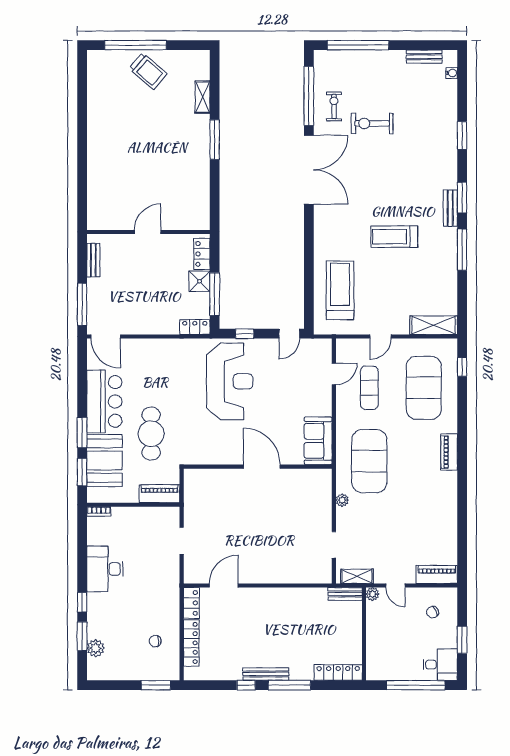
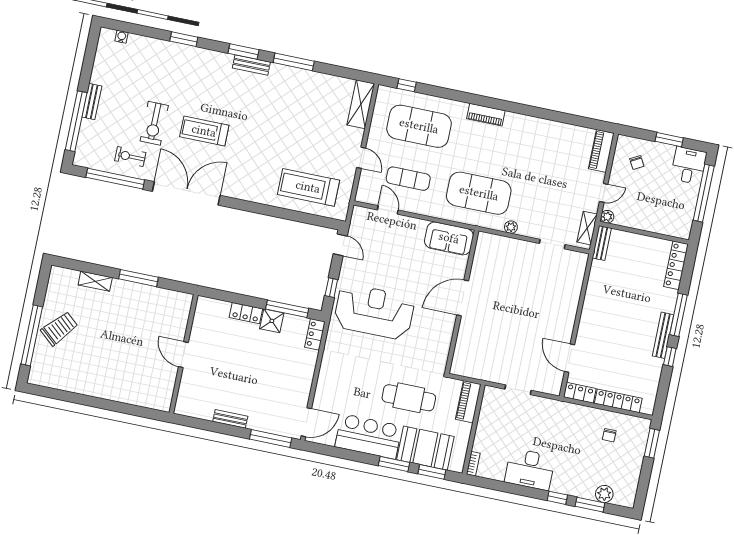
bench: (424, 57) -> (92, 102), moved
door: (148, 232) -> (183, 355), moved
wall: (148, 232) -> (184, 354), moved
treadmill: (394, 237) -> (204, 131), moved, turned 90

